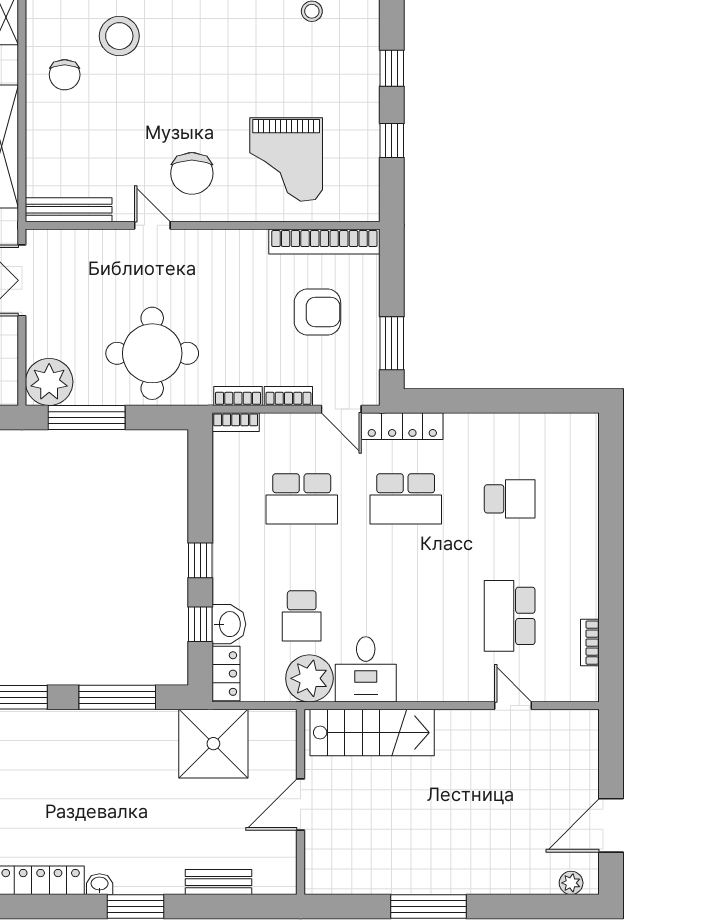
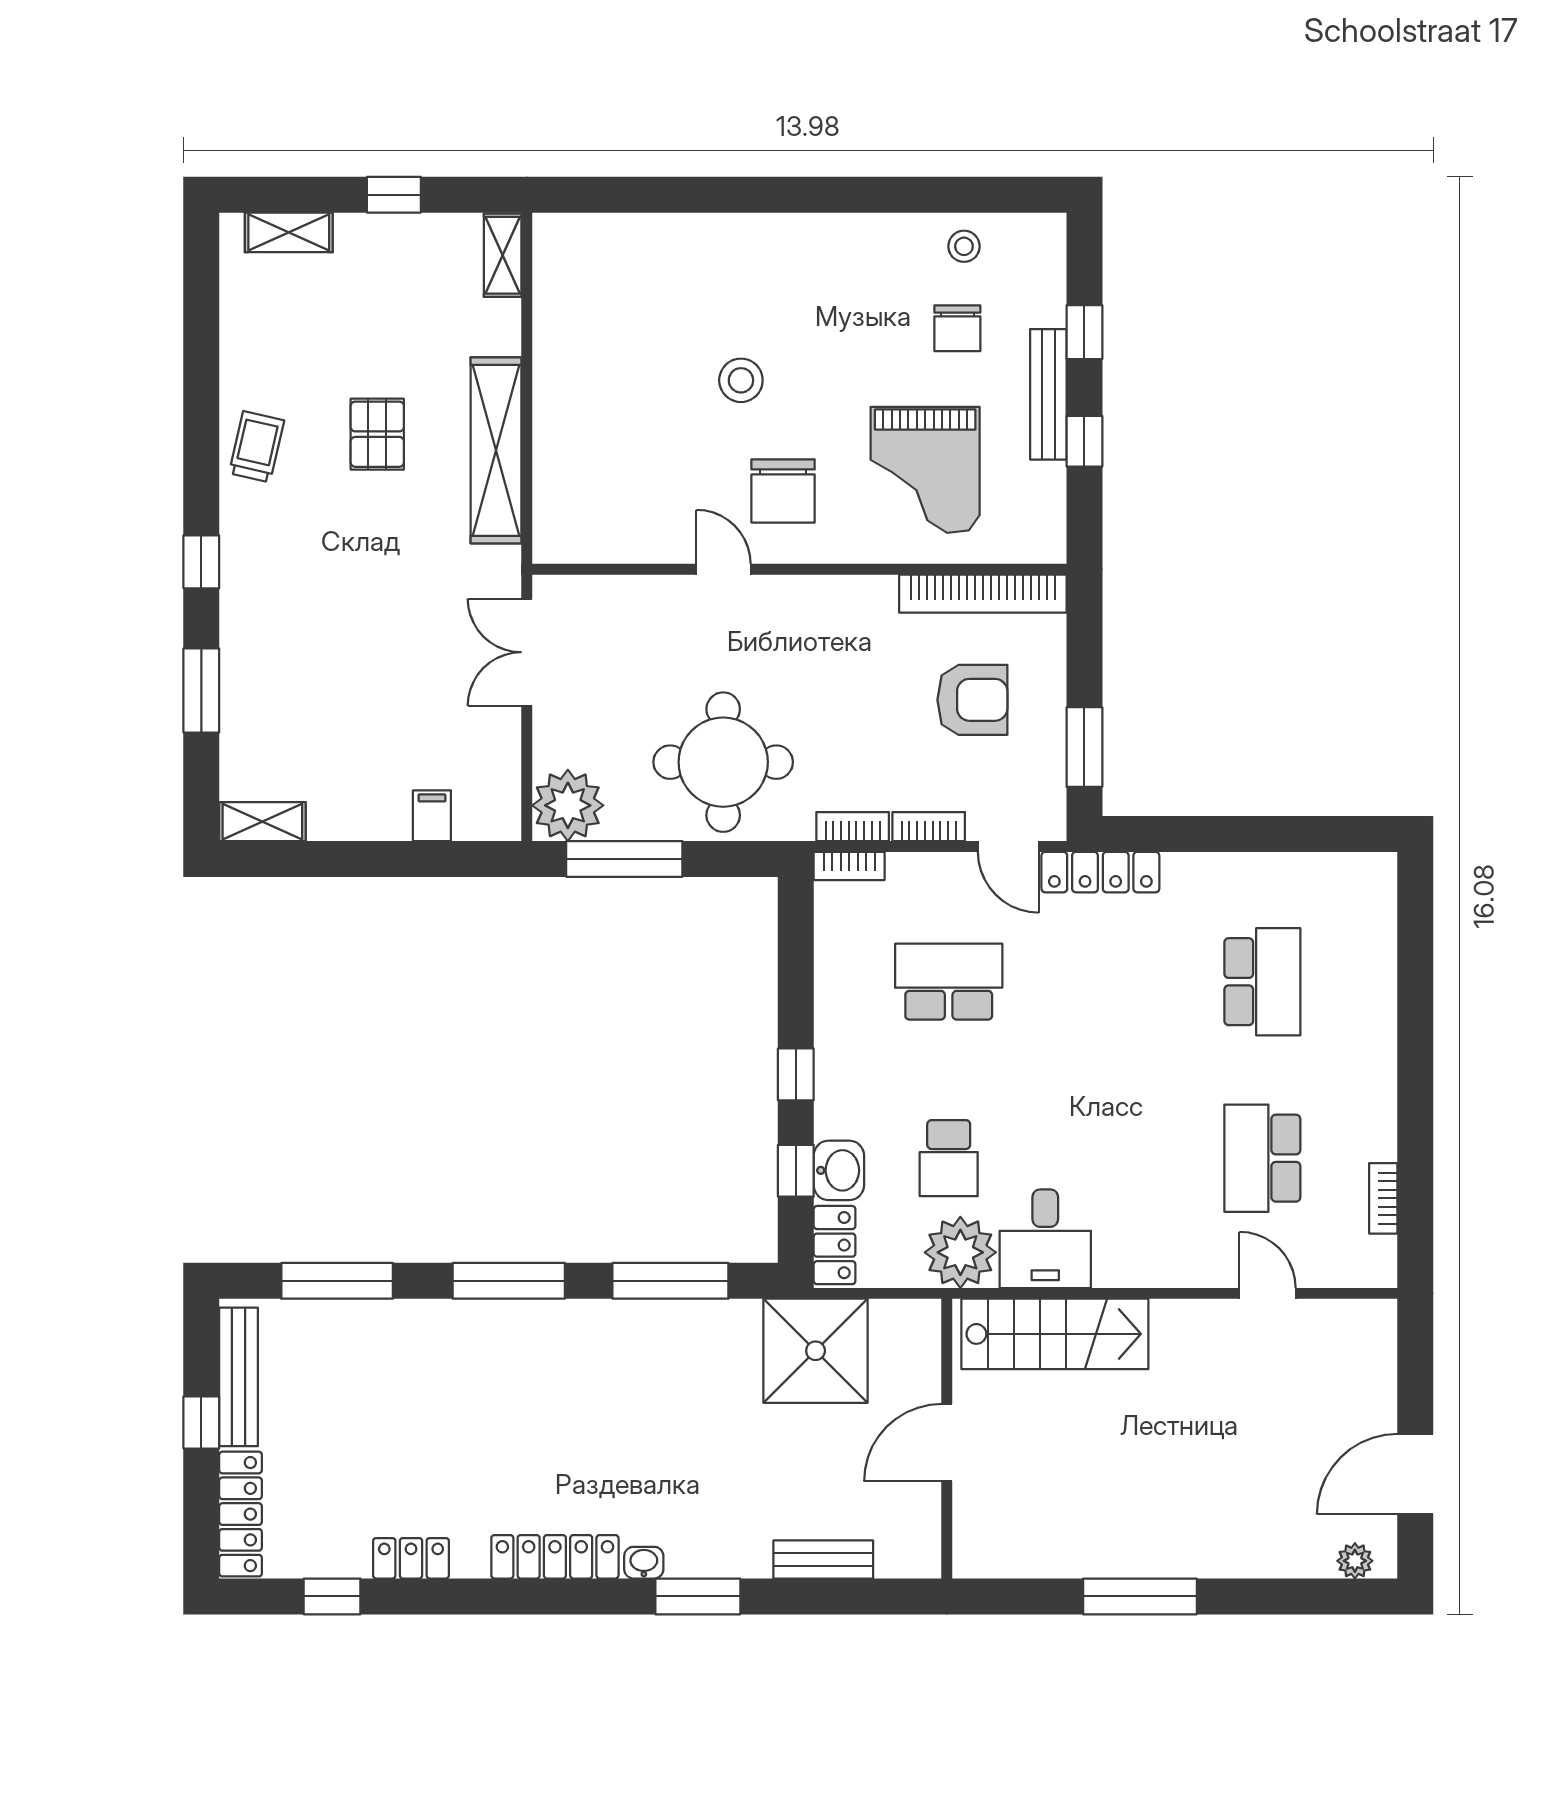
stool: (119, 36) -> (741, 380), moved, width x0.73, depth x0.73
chair: (65, 75) -> (957, 328), moved
bench: (69, 210) -> (1048, 394), moved, turned 90
school desk: (302, 499) -> (949, 982), turned 180
school desk: (406, 499) -> (1106, 982), removed
school desk: (510, 499) -> (1262, 982), width x1.85

